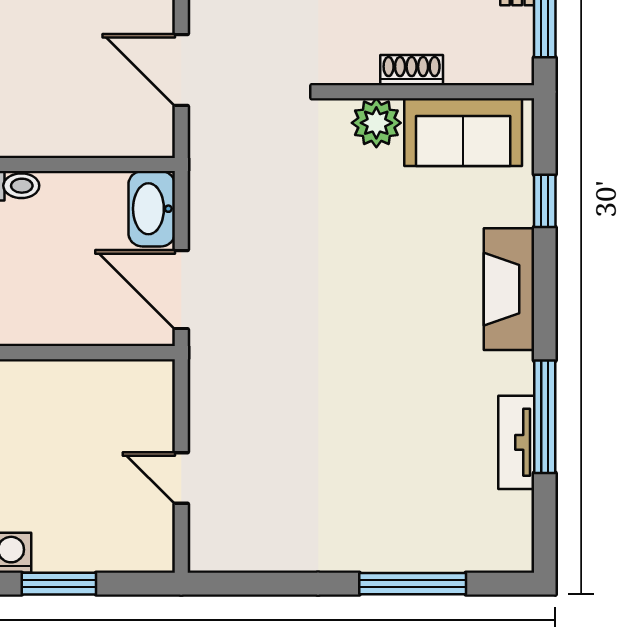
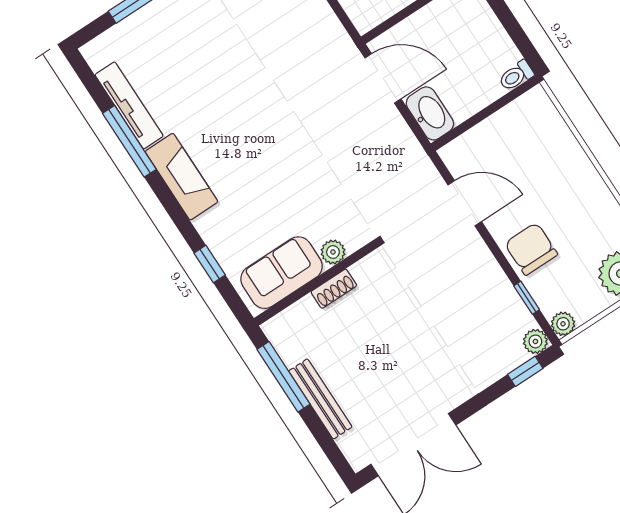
plant: (376, 123) -> (333, 252), width x0.73, depth x0.73
fireplace: (509, 289) -> (181, 177), moved
tv unit: (516, 442) -> (129, 105), width x1.41

